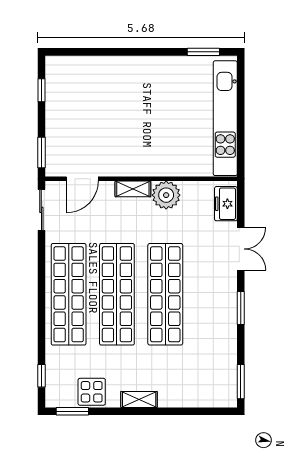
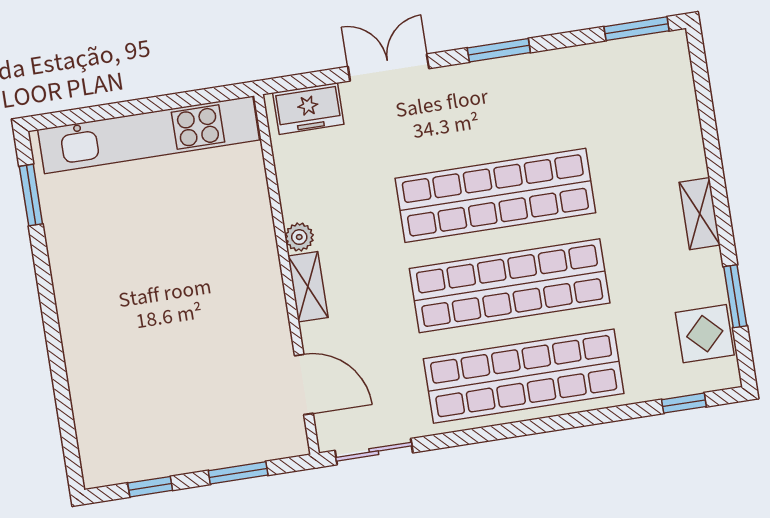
window: (41, 153) -> (238, 473), moved
plant: (166, 195) -> (299, 237), width x0.53, depth x0.53
display table: (92, 392) -> (705, 334), moved
window: (72, 411) -> (735, 296), moved

